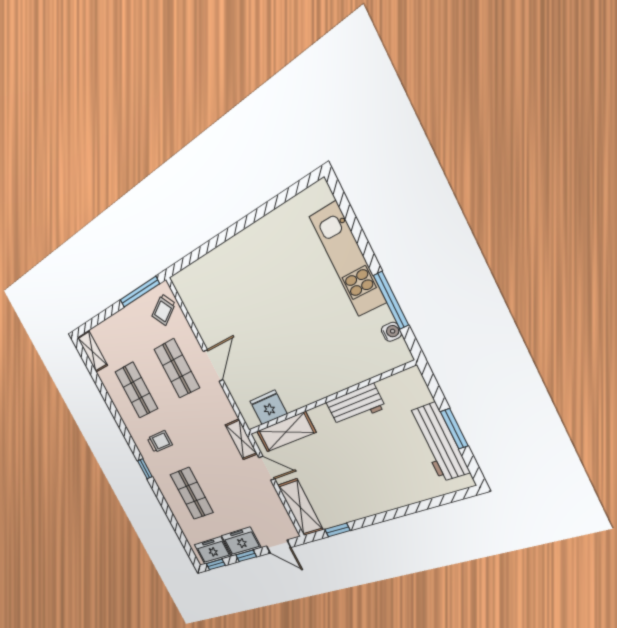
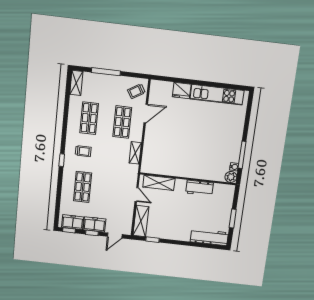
kitchen unit: (348, 259) -> (217, 95), moved, turned -90
window: (140, 292) -> (106, 72), moved
plant: (398, 354) -> (231, 177), added
door: (213, 366) -> (146, 114), moved
fridge: (268, 408) -> (182, 90), moved, turned 180
shelving: (241, 439) -> (135, 153), moved
workbench: (438, 442) -> (209, 237), moved, turned 90
door: (278, 547) -> (115, 235), hinge flipped

